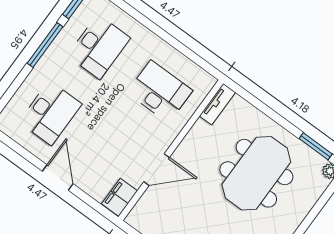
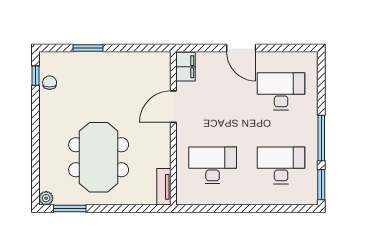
desk: (99, 47) -> (281, 165), turned 90
desk: (160, 92) -> (213, 165), turned 180
desk: (50, 113) -> (281, 91), turned 90

